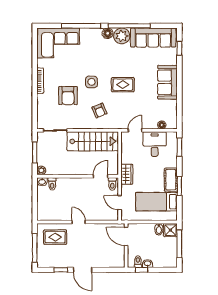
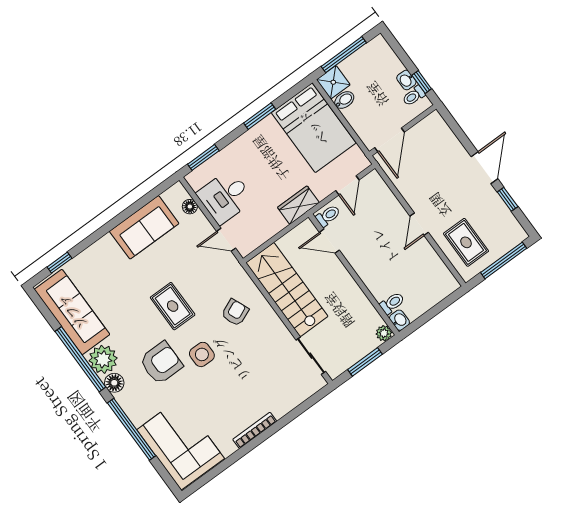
sofa: (167, 82) -> (144, 227), moved
armchair: (68, 96) -> (161, 363), moved
cot: (171, 180) -> (260, 135), removed
bed: (156, 202) -> (314, 128), width x1.50

